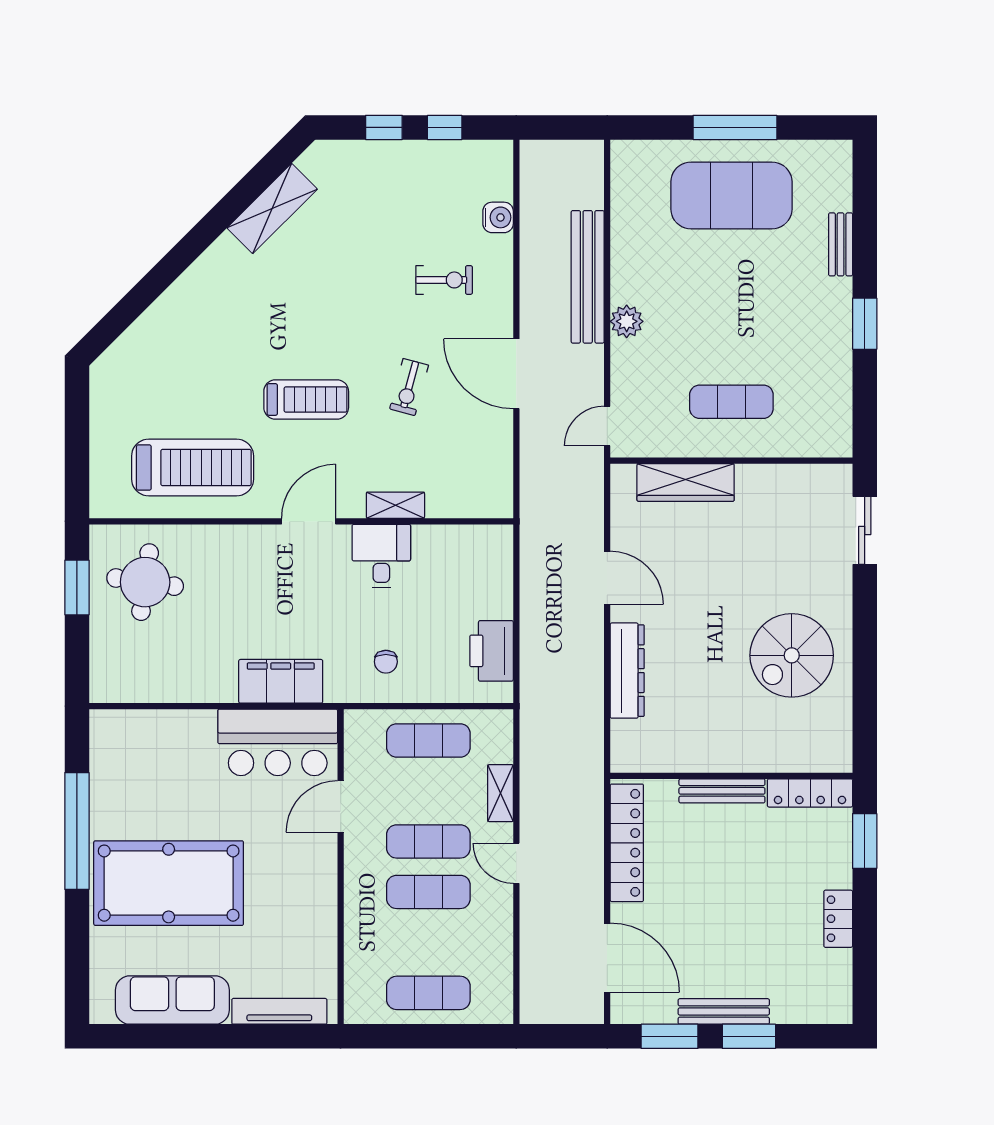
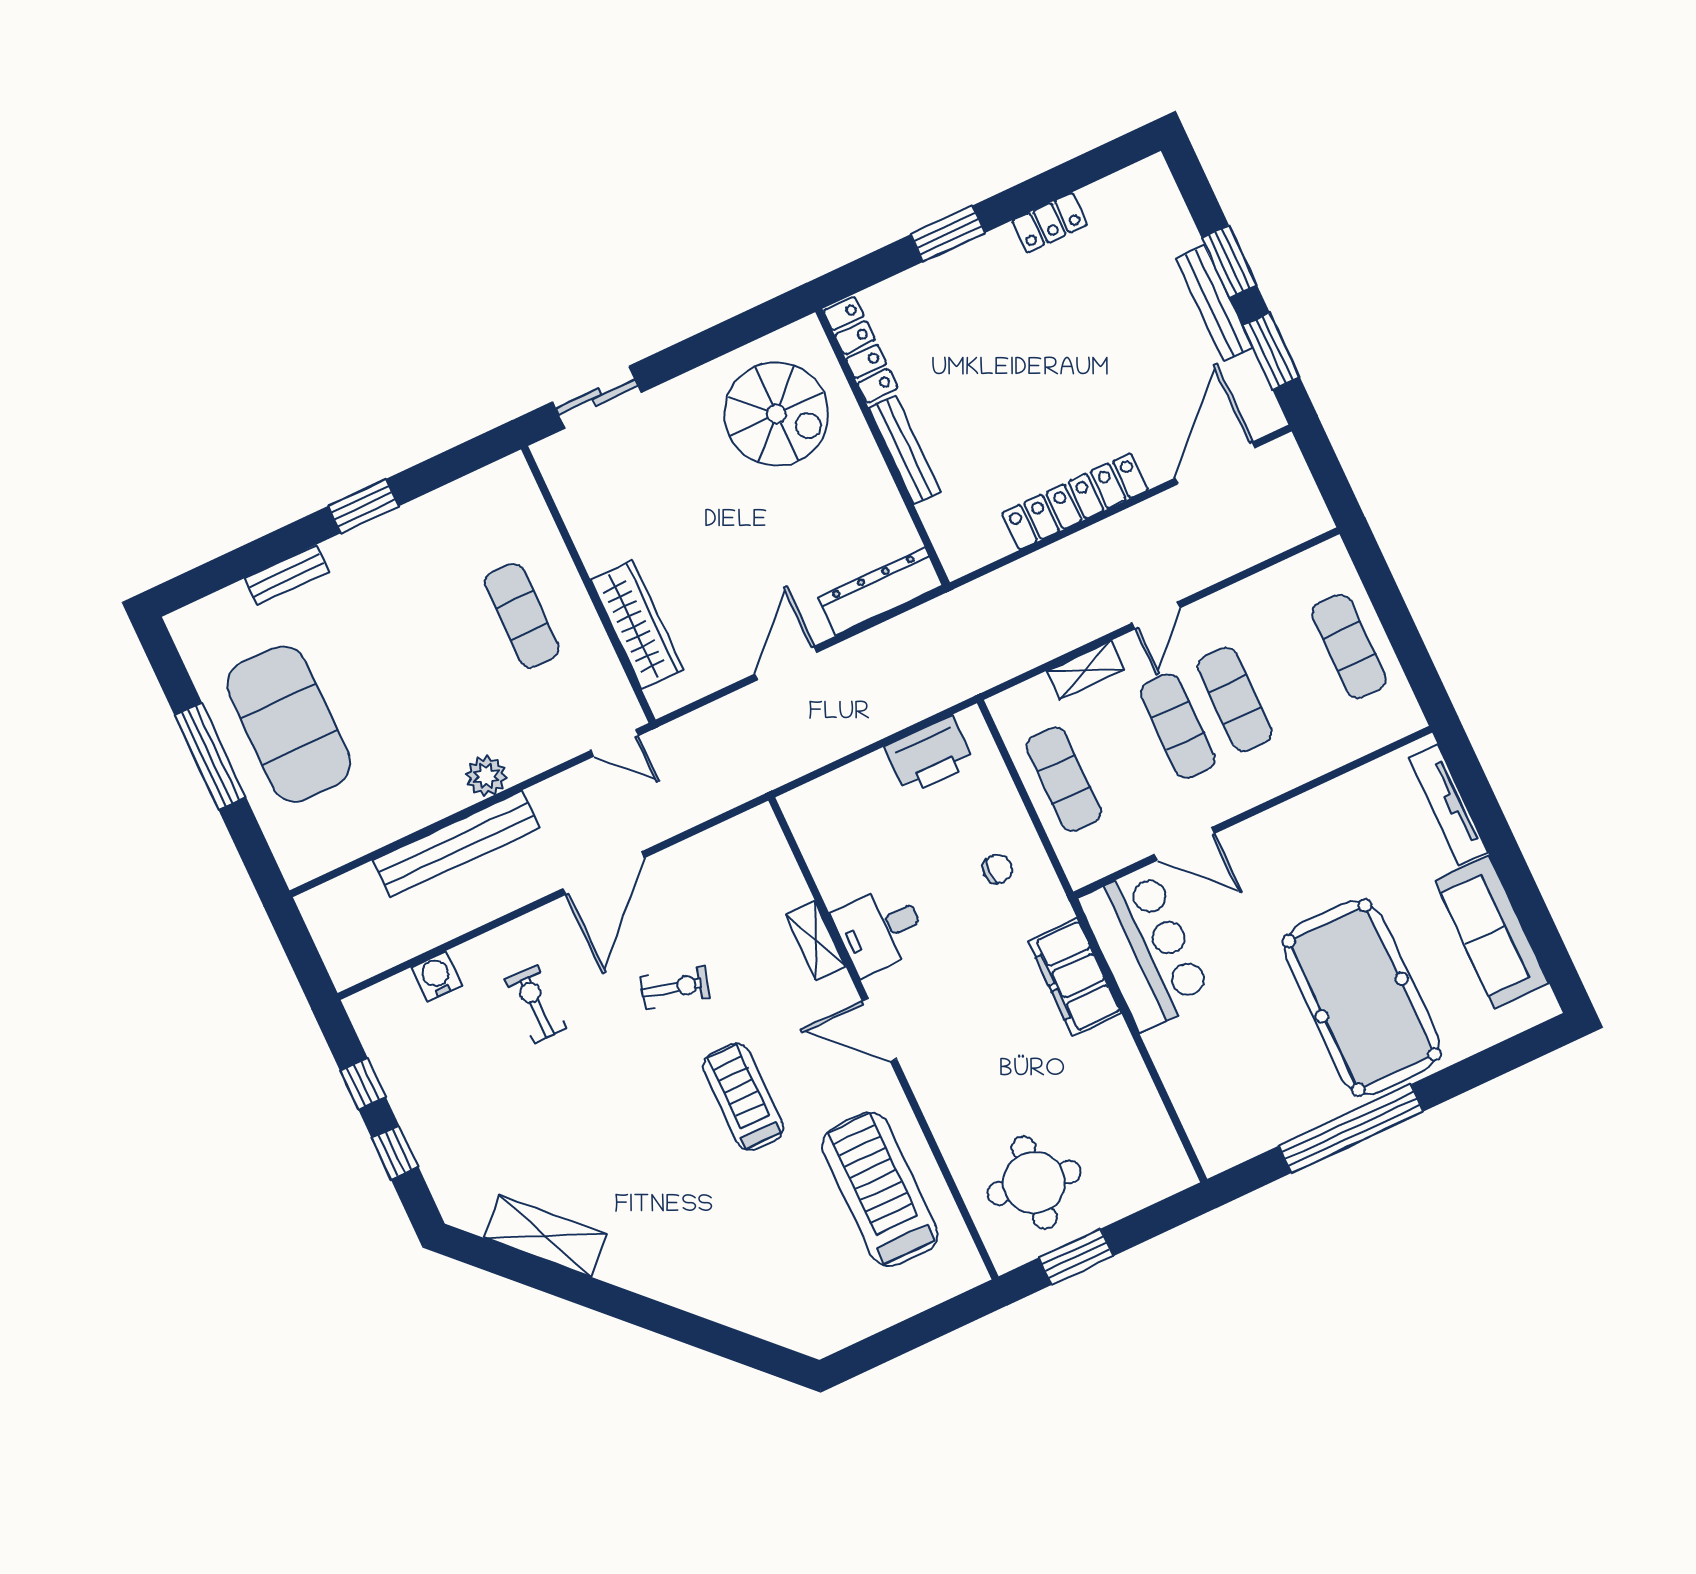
wall: (731, 776) -> (883, 447), moved
bench: (722, 791) -> (905, 450), moved
locker: (810, 793) -> (861, 349), moved

